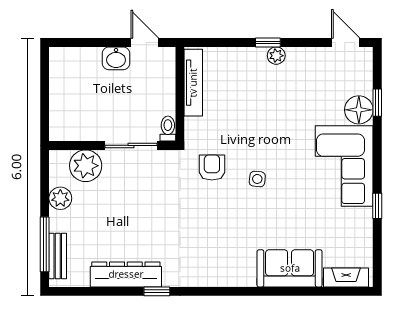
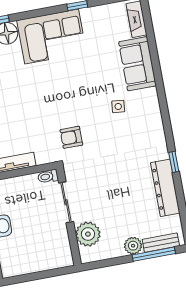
side table: (257, 179) -> (118, 106), moved
plant: (60, 198) -> (133, 246), moved

